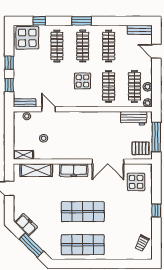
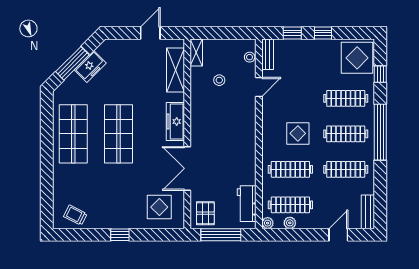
window: (81, 21) -> (380, 132), width x2.11
freezer: (26, 225) -> (90, 66), moved

